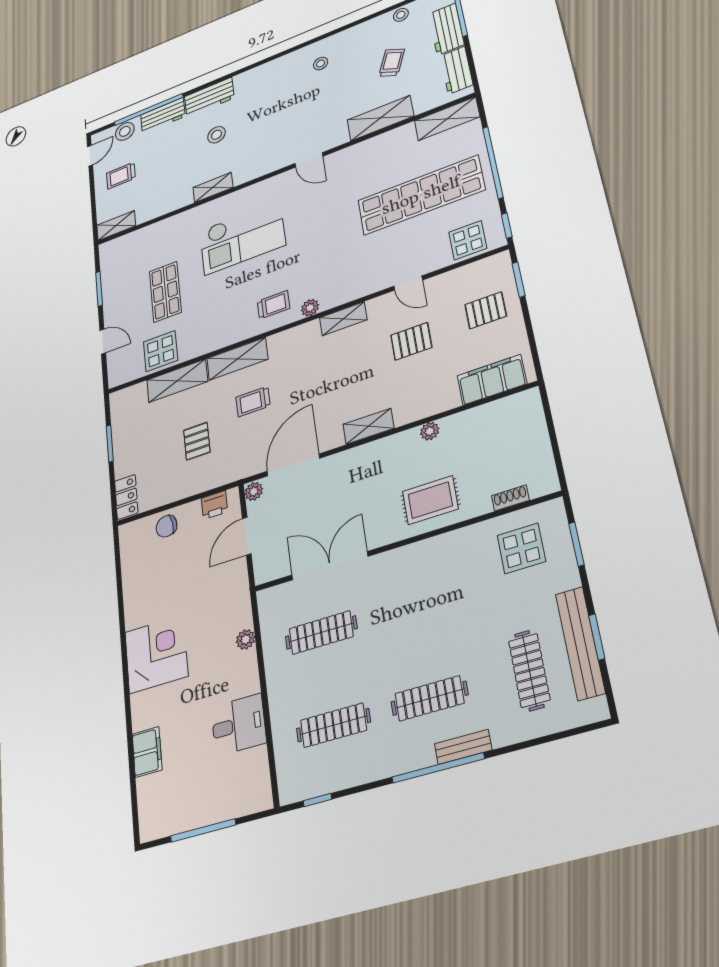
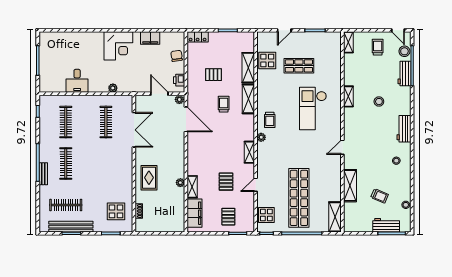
workbench: (457, 70) -> (360, 226), removed
workbench: (209, 97) -> (404, 129), moved
shelving: (368, 426) -> (192, 187), moved
filing cabinet: (147, 752) -> (150, 38), moved

